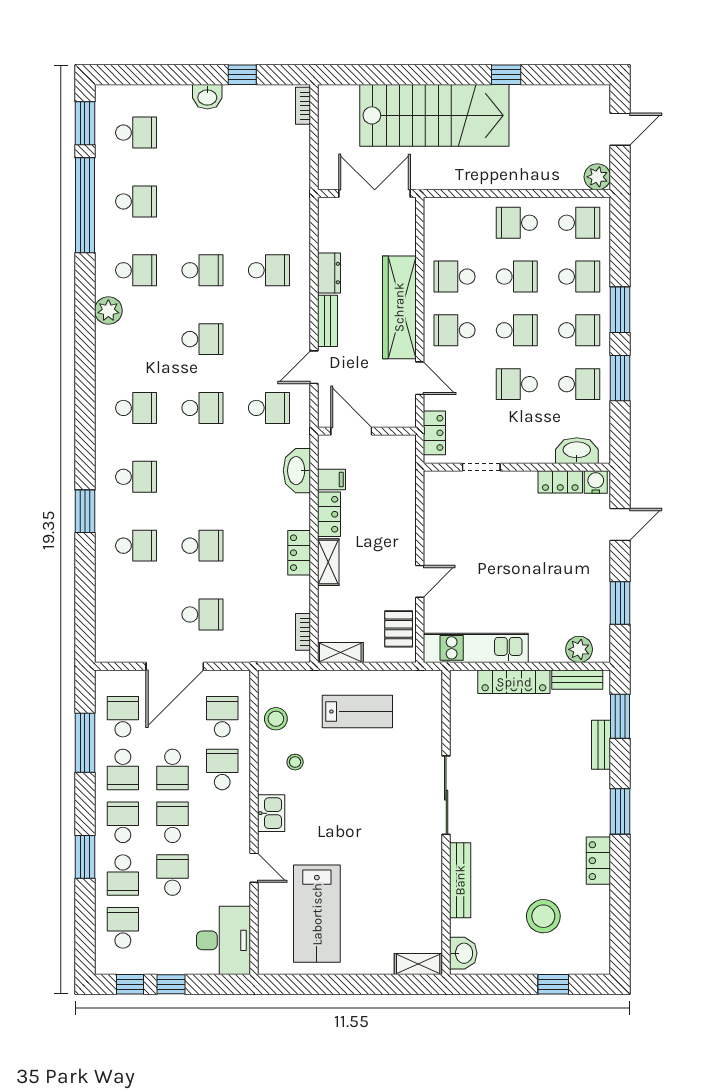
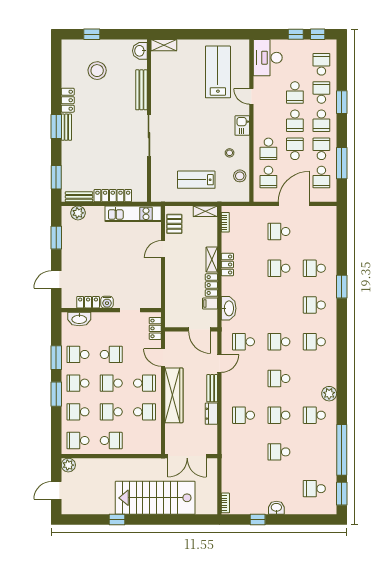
school desk: (136, 201) -> (279, 452), moved
water cooler: (596, 482) -> (107, 302), moved
bench: (601, 745) -> (66, 127), moved
school desk: (123, 928) -> (321, 64), turned 180

